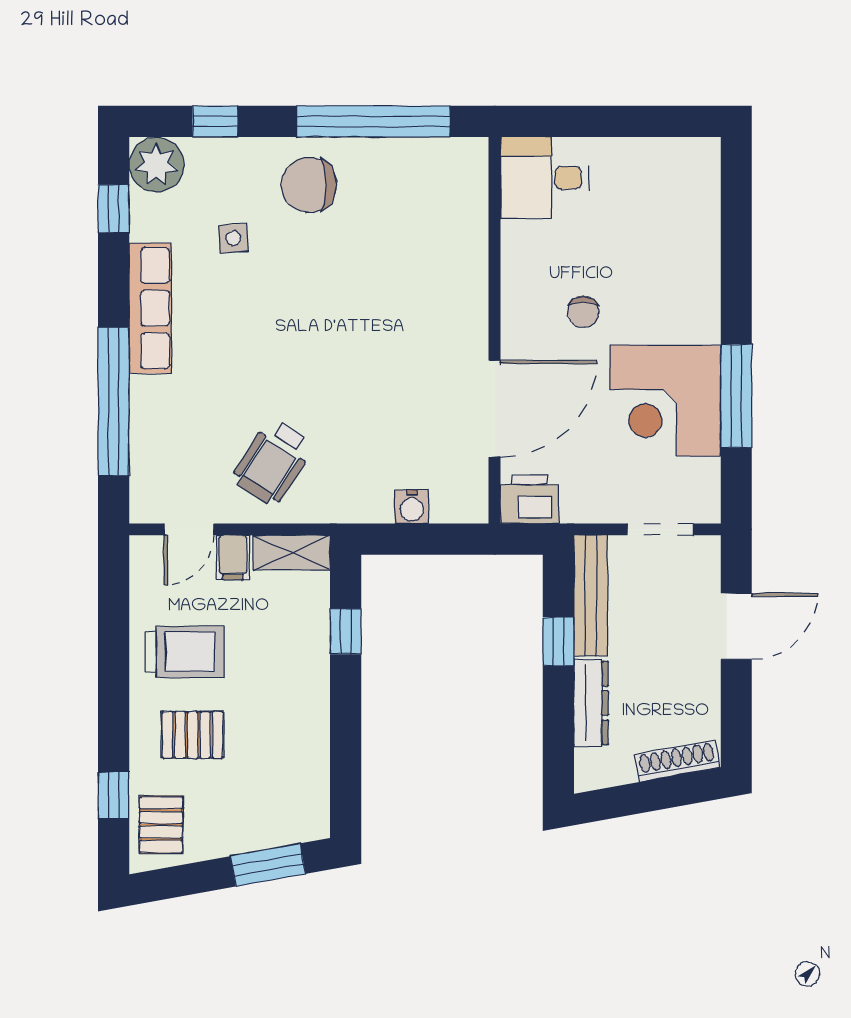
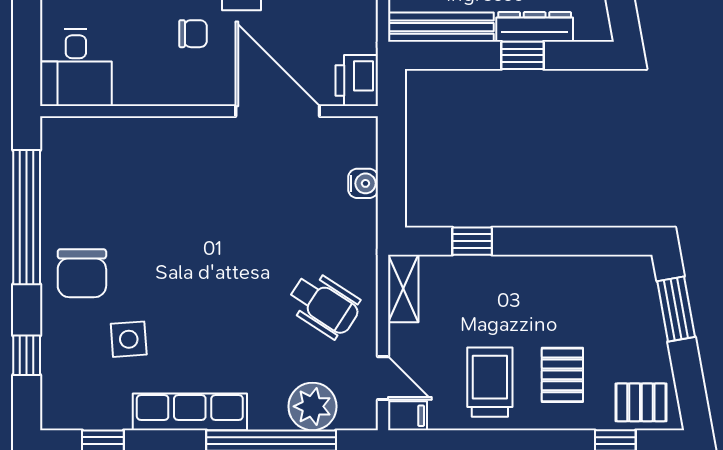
plant: (156, 165) -> (312, 406), moved
side table: (233, 238) -> (129, 339), width x1.37, depth x1.37
filing cabinet: (233, 557) -> (408, 416), moved
window: (558, 641) -> (522, 55), moved

